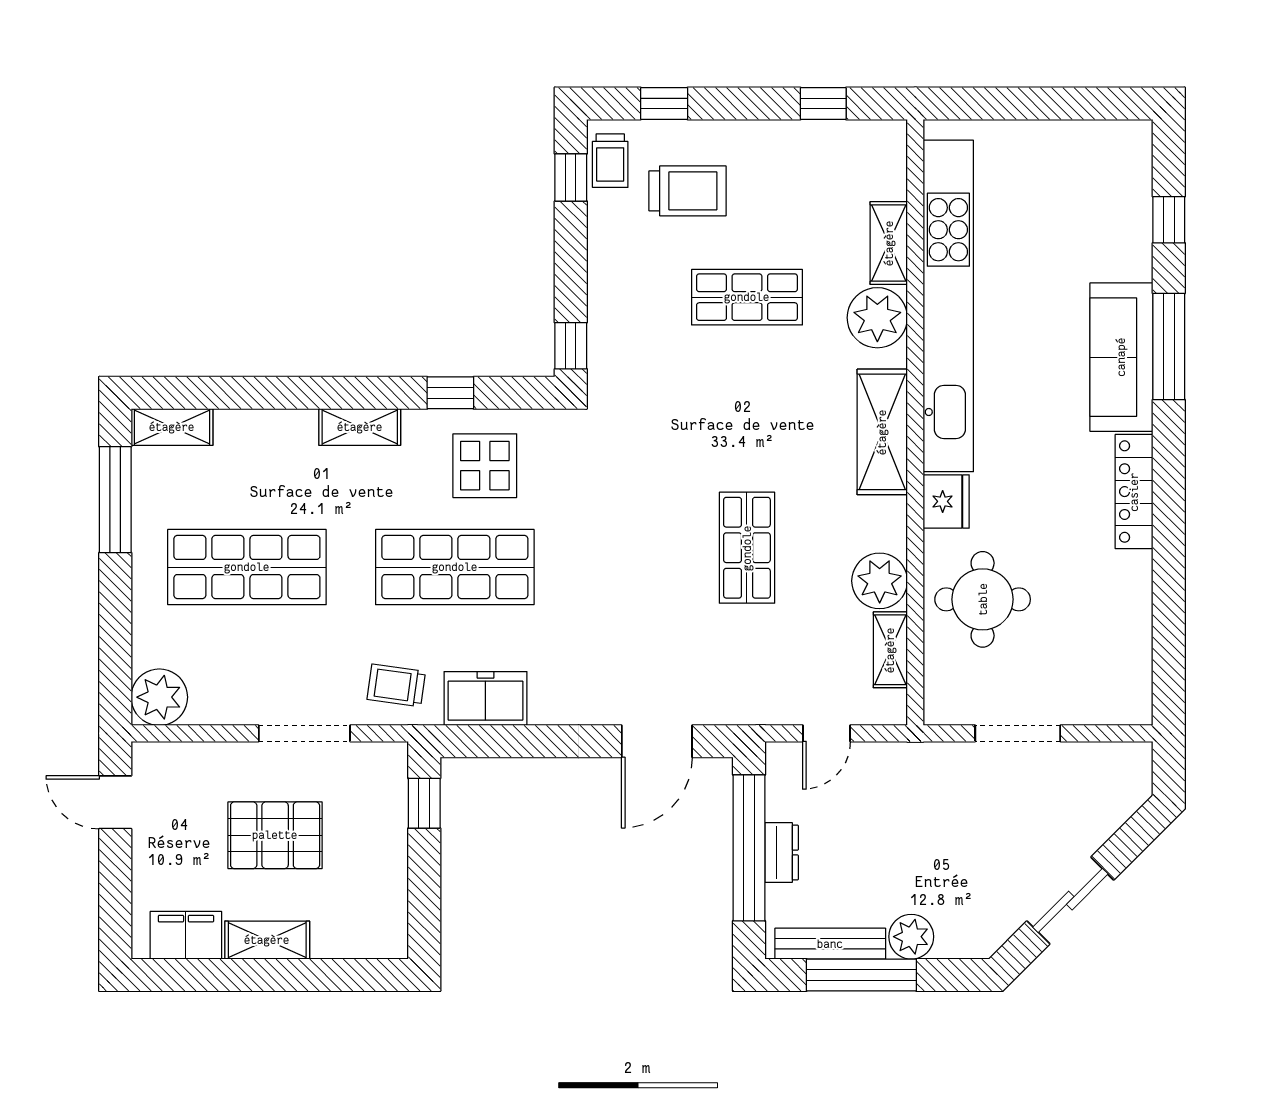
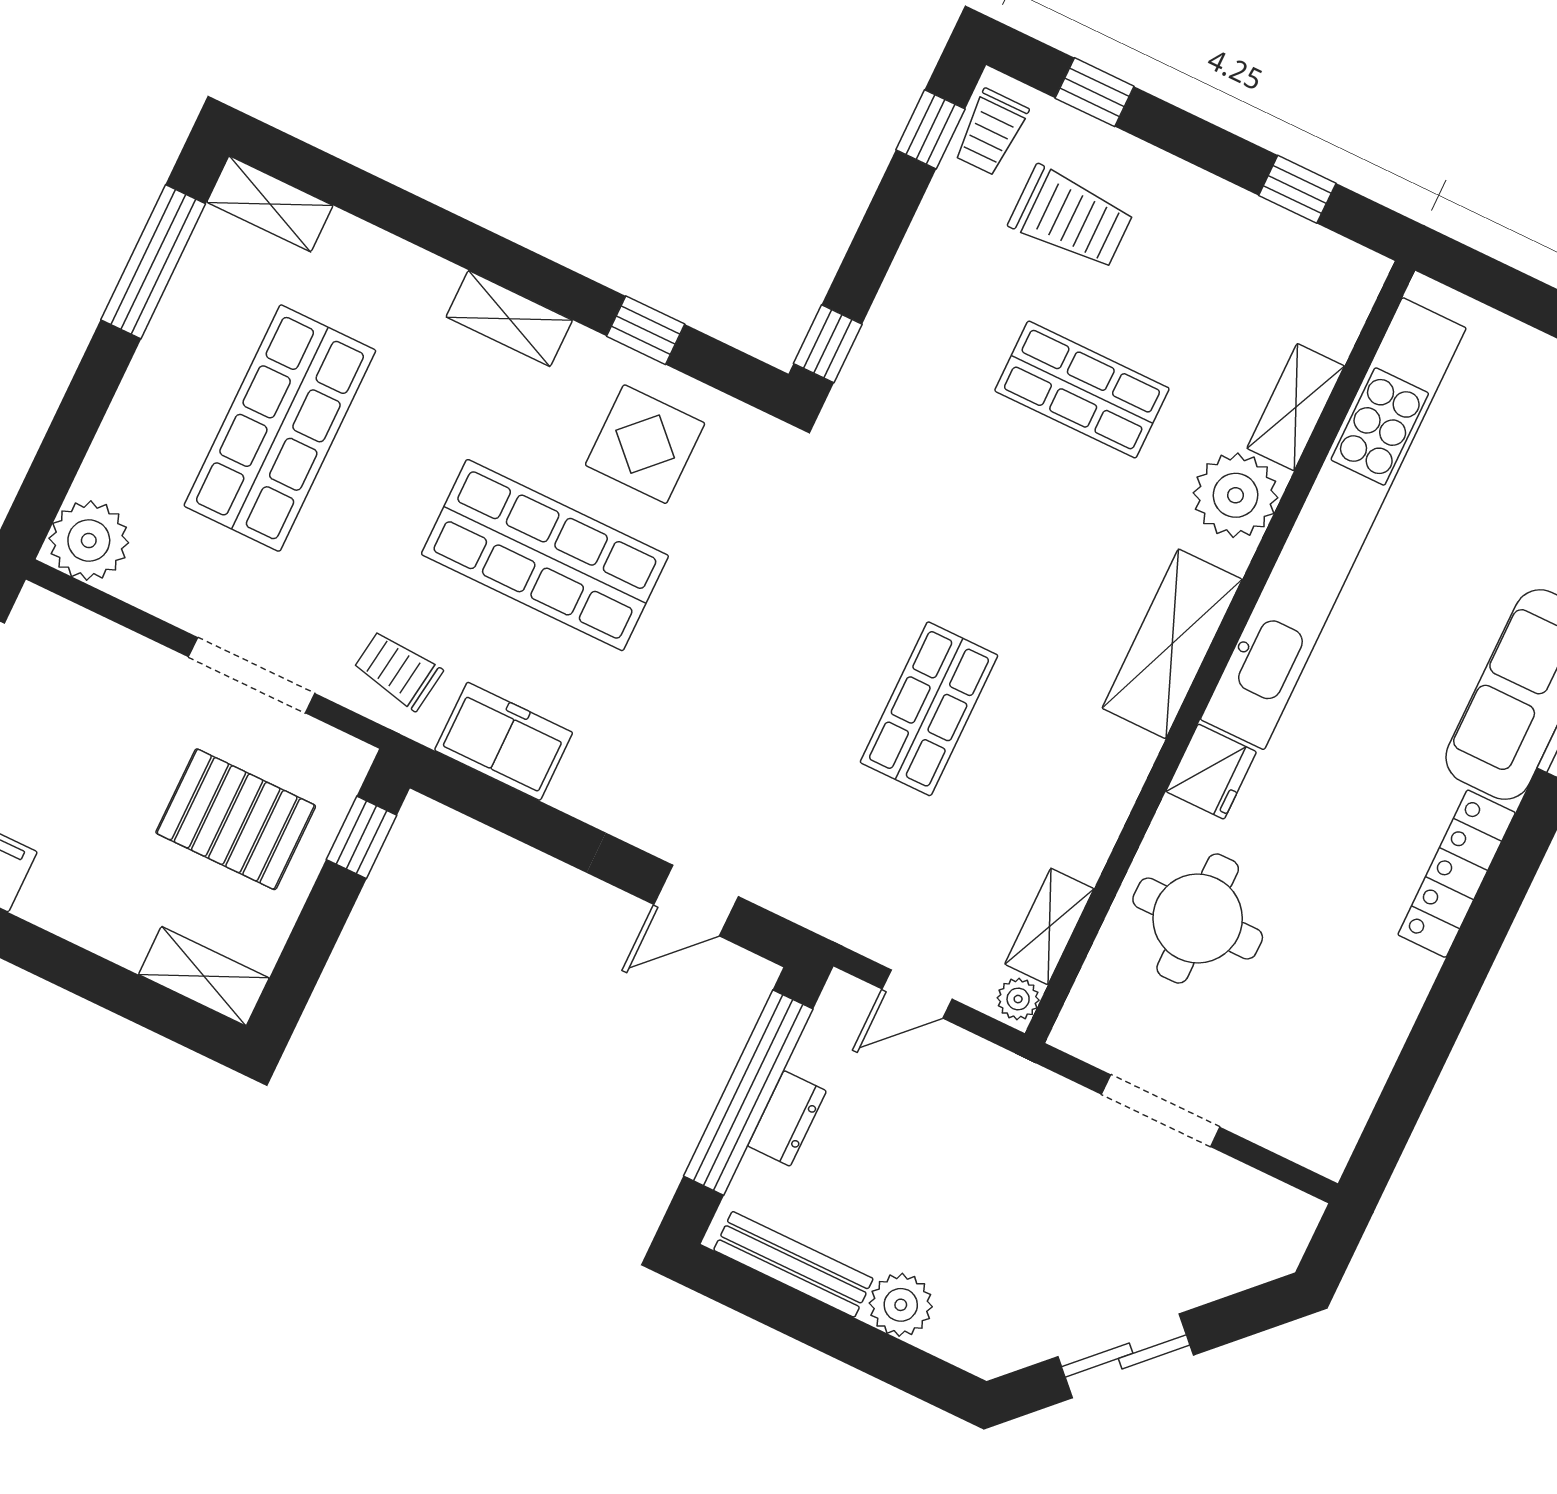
shop shelf: (247, 567) -> (280, 428), turned 90
plant: (880, 581) -> (1018, 999), moved, width x0.53, depth x0.53
door: (657, 741) -> (696, 901), width x0.73
pallet: (275, 835) -> (236, 819), moved
shelving: (267, 940) -> (204, 976), moved
window: (861, 975) -> (814, 1323), removed

